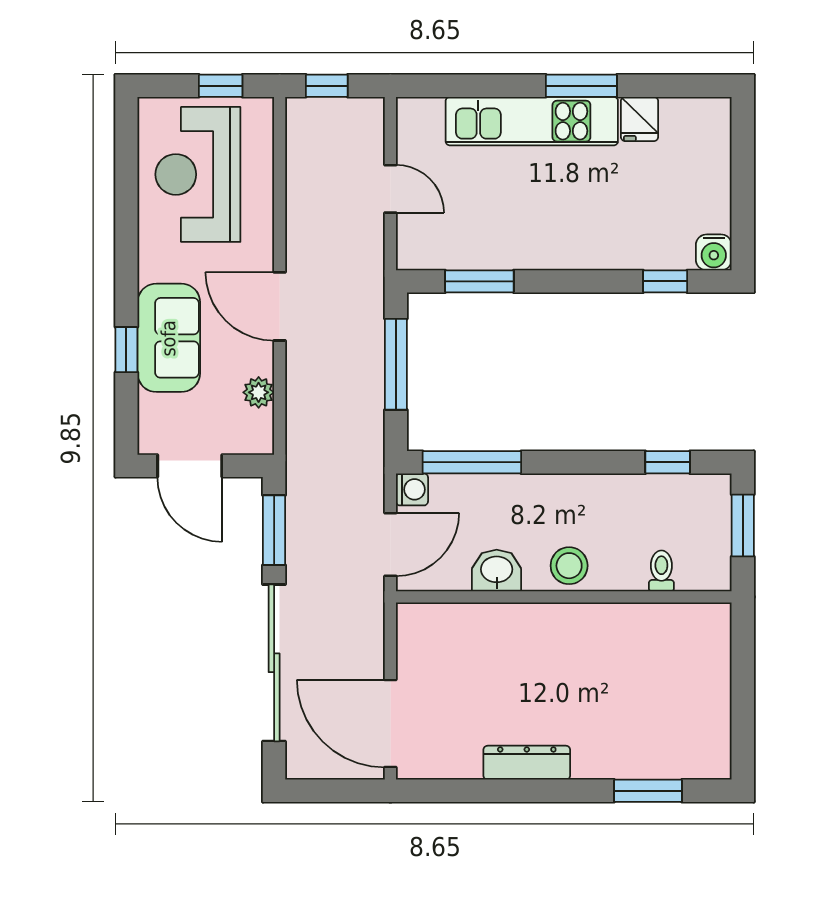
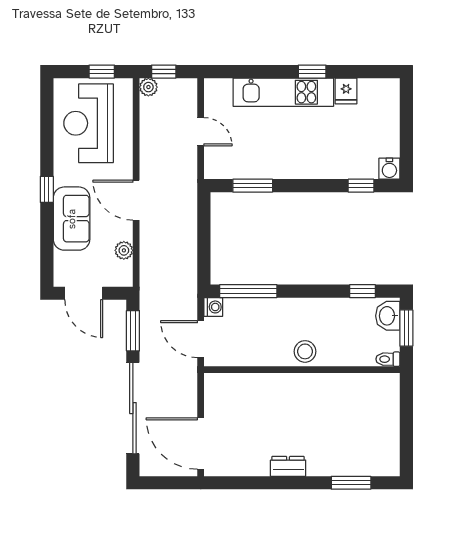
window: (581, 86) -> (312, 72), width x0.67
plant: (301, 112) -> (148, 87), added
window: (126, 350) -> (47, 189), moved
window: (396, 364) -> (204, 234), removed
door: (390, 545) -> (201, 339), swing flipped
washbasin: (497, 571) -> (388, 316), moved, turned -90
toilet: (661, 571) -> (388, 359), moved, turned -90
dresser: (527, 763) -> (288, 466), width x0.70

